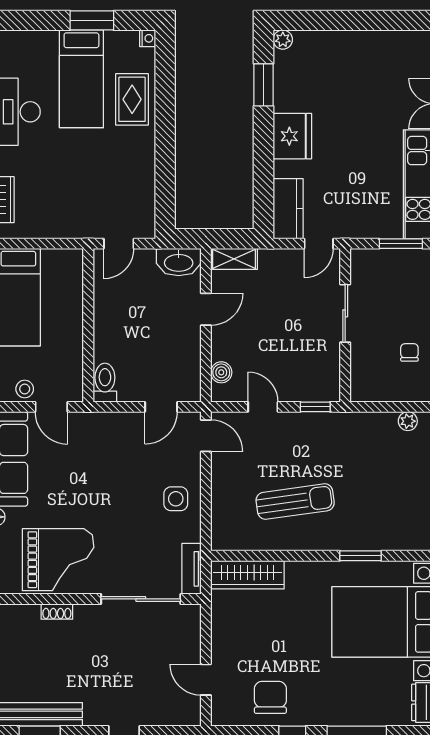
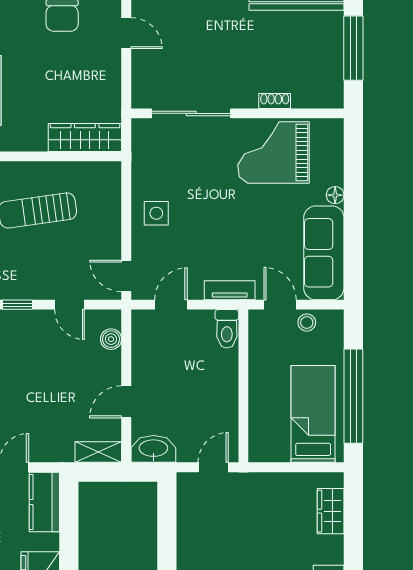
tv unit: (191, 569) -> (230, 290), moved, turned -90

